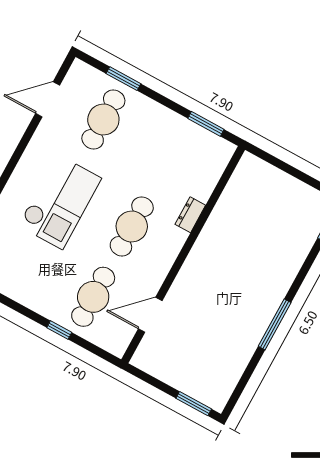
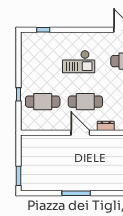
checkout: (60, 202) -> (79, 62), width x0.73, depth x0.83
door: (150, 315) -> (80, 133), moved

